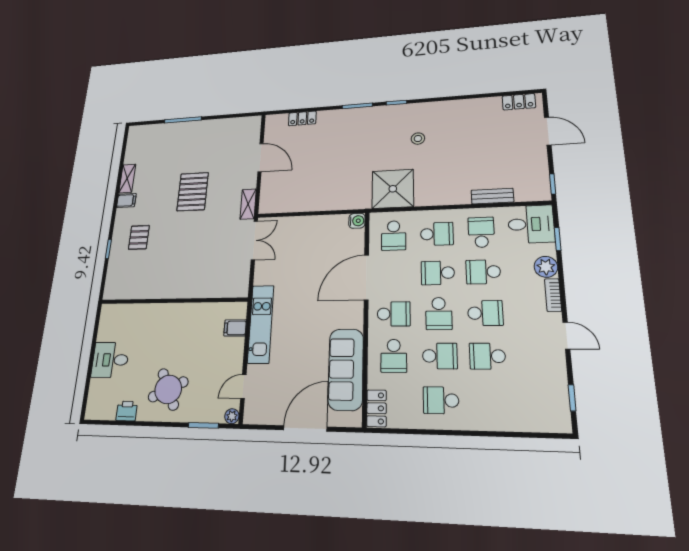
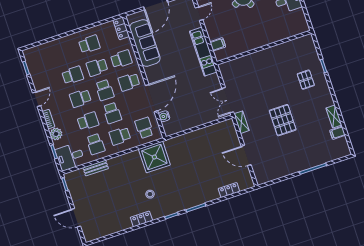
locker: (519, 102) -> (141, 219), moved
filing cabinet: (126, 200) -> (337, 133), moved
water cooler: (357, 221) -> (164, 116), moved
school desk: (438, 273) -> (112, 113), turned 90
school desk: (439, 313) -> (105, 90), turned 180
door: (566, 336) -> (36, 99), swing flipped
school desk: (394, 356) -> (121, 59), turned 90

